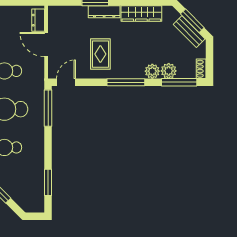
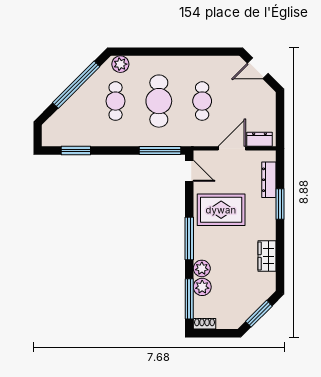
dresser: (104, 12) -> (269, 180), moved
wardrobe: (141, 13) -> (267, 256), width x0.67
bench: (189, 32) -> (247, 310), removed
rug: (100, 54) -> (221, 210), width x1.36, depth x1.43

